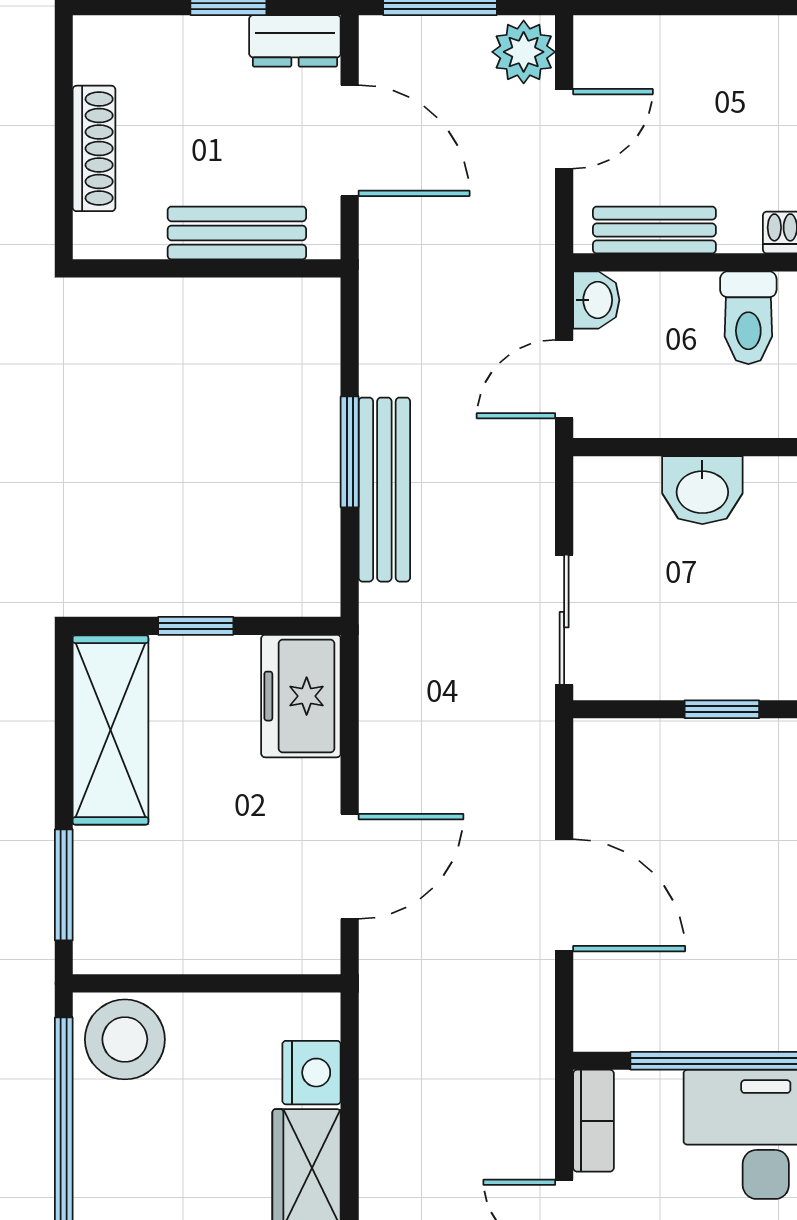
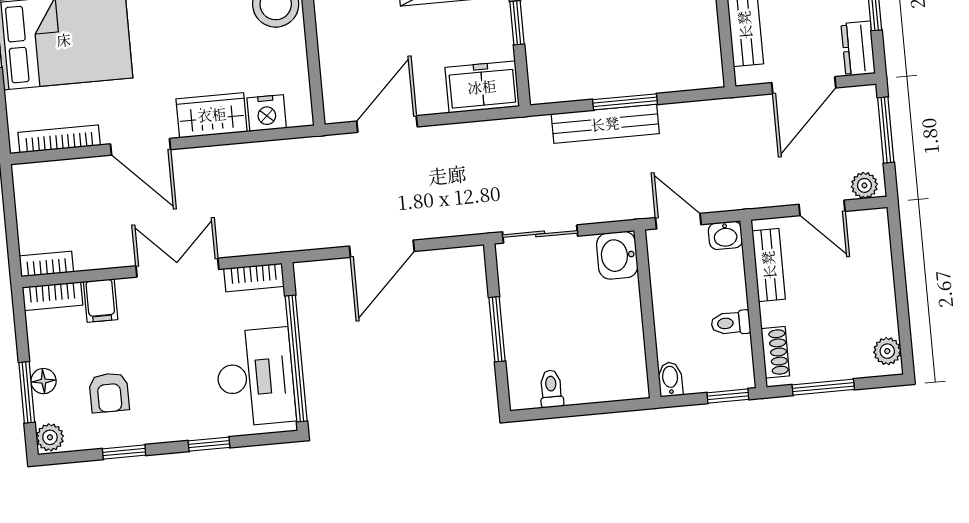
plant: (524, 52) -> (864, 185), width x0.73, depth x0.73
toilet: (748, 318) -> (731, 323), width x0.73, depth x0.72
washbasin: (702, 490) -> (617, 255), moved
window: (722, 709) -> (497, 329), width x1.50
door: (350, 866) -> (387, 124), swing flipped

